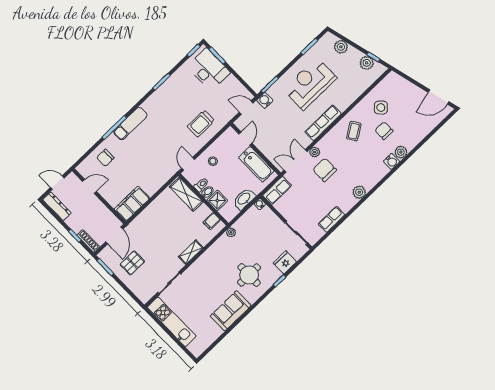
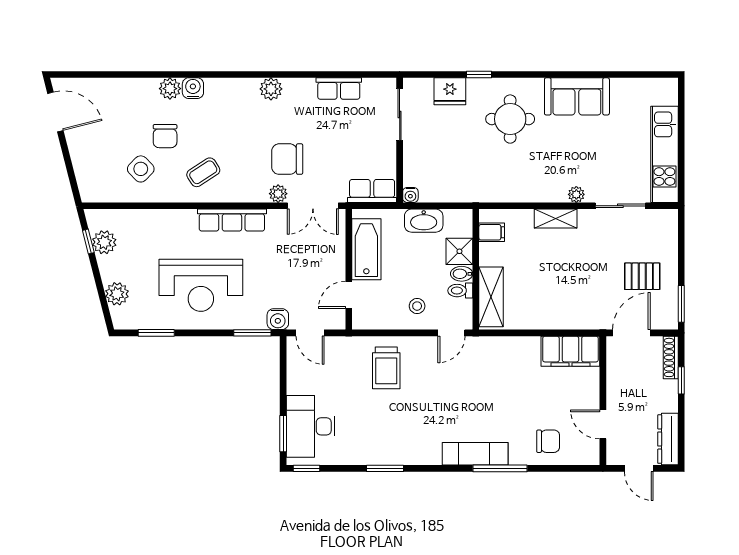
trolley: (201, 123) -> (386, 368), turned 90
chair: (325, 170) -> (287, 159), turned 90
plant: (231, 232) -> (576, 194), moved

